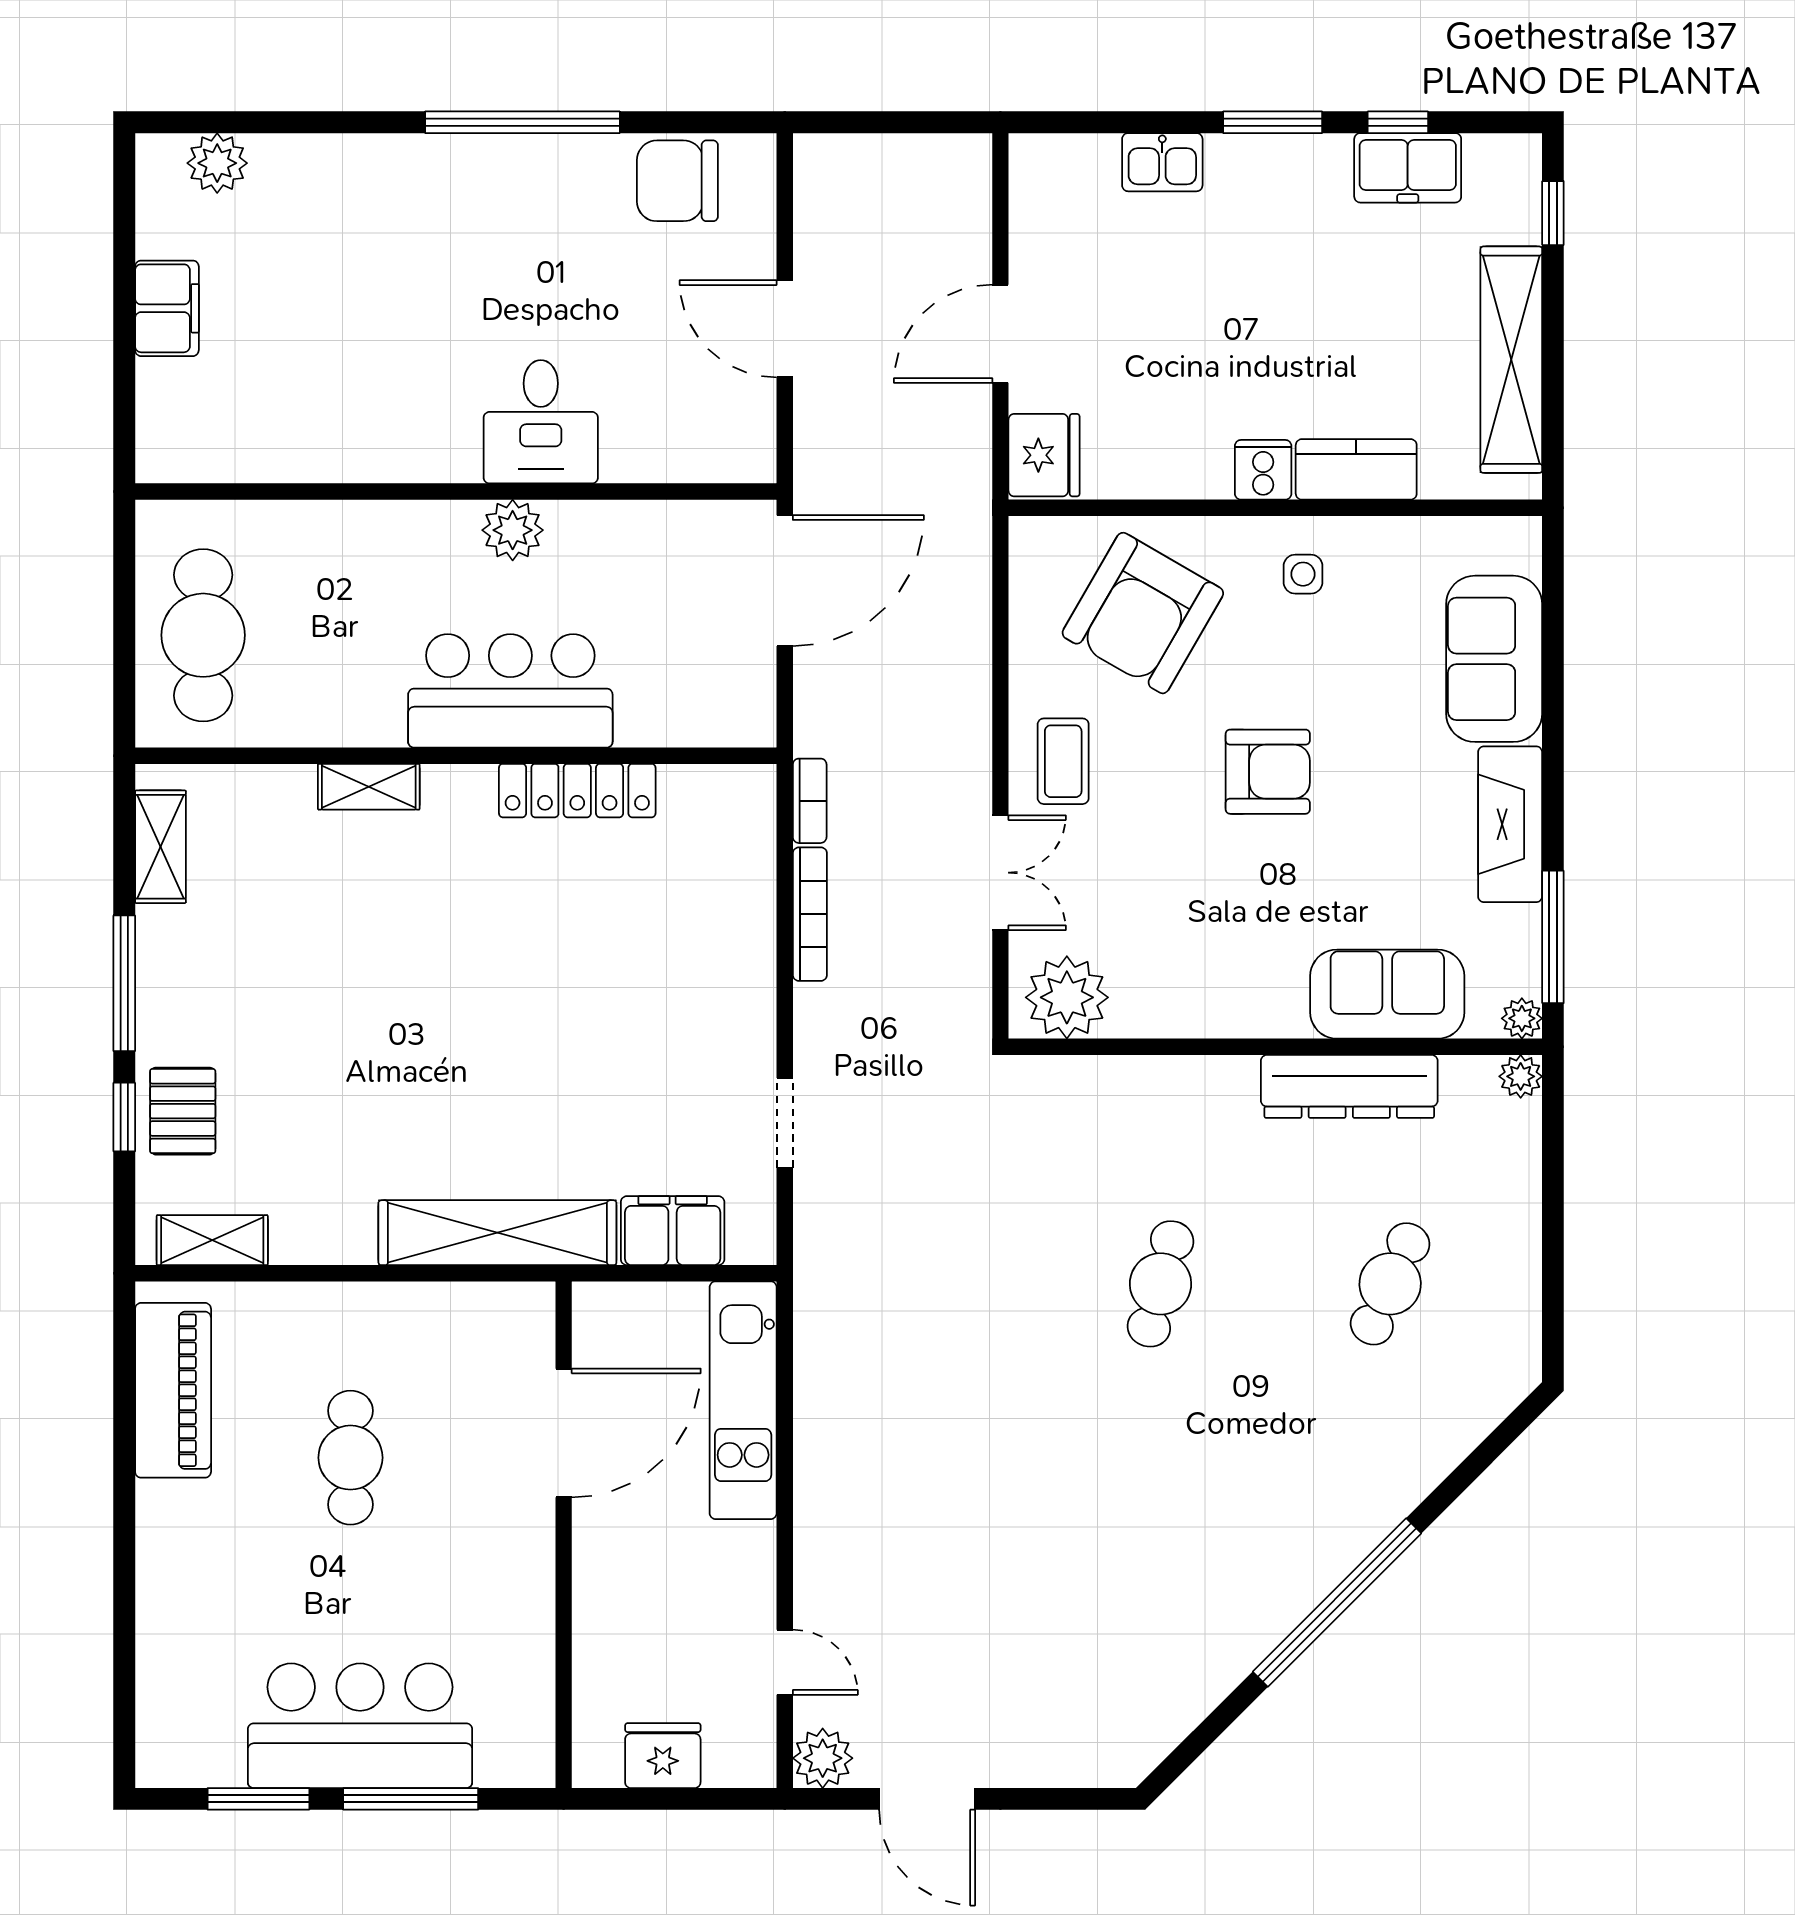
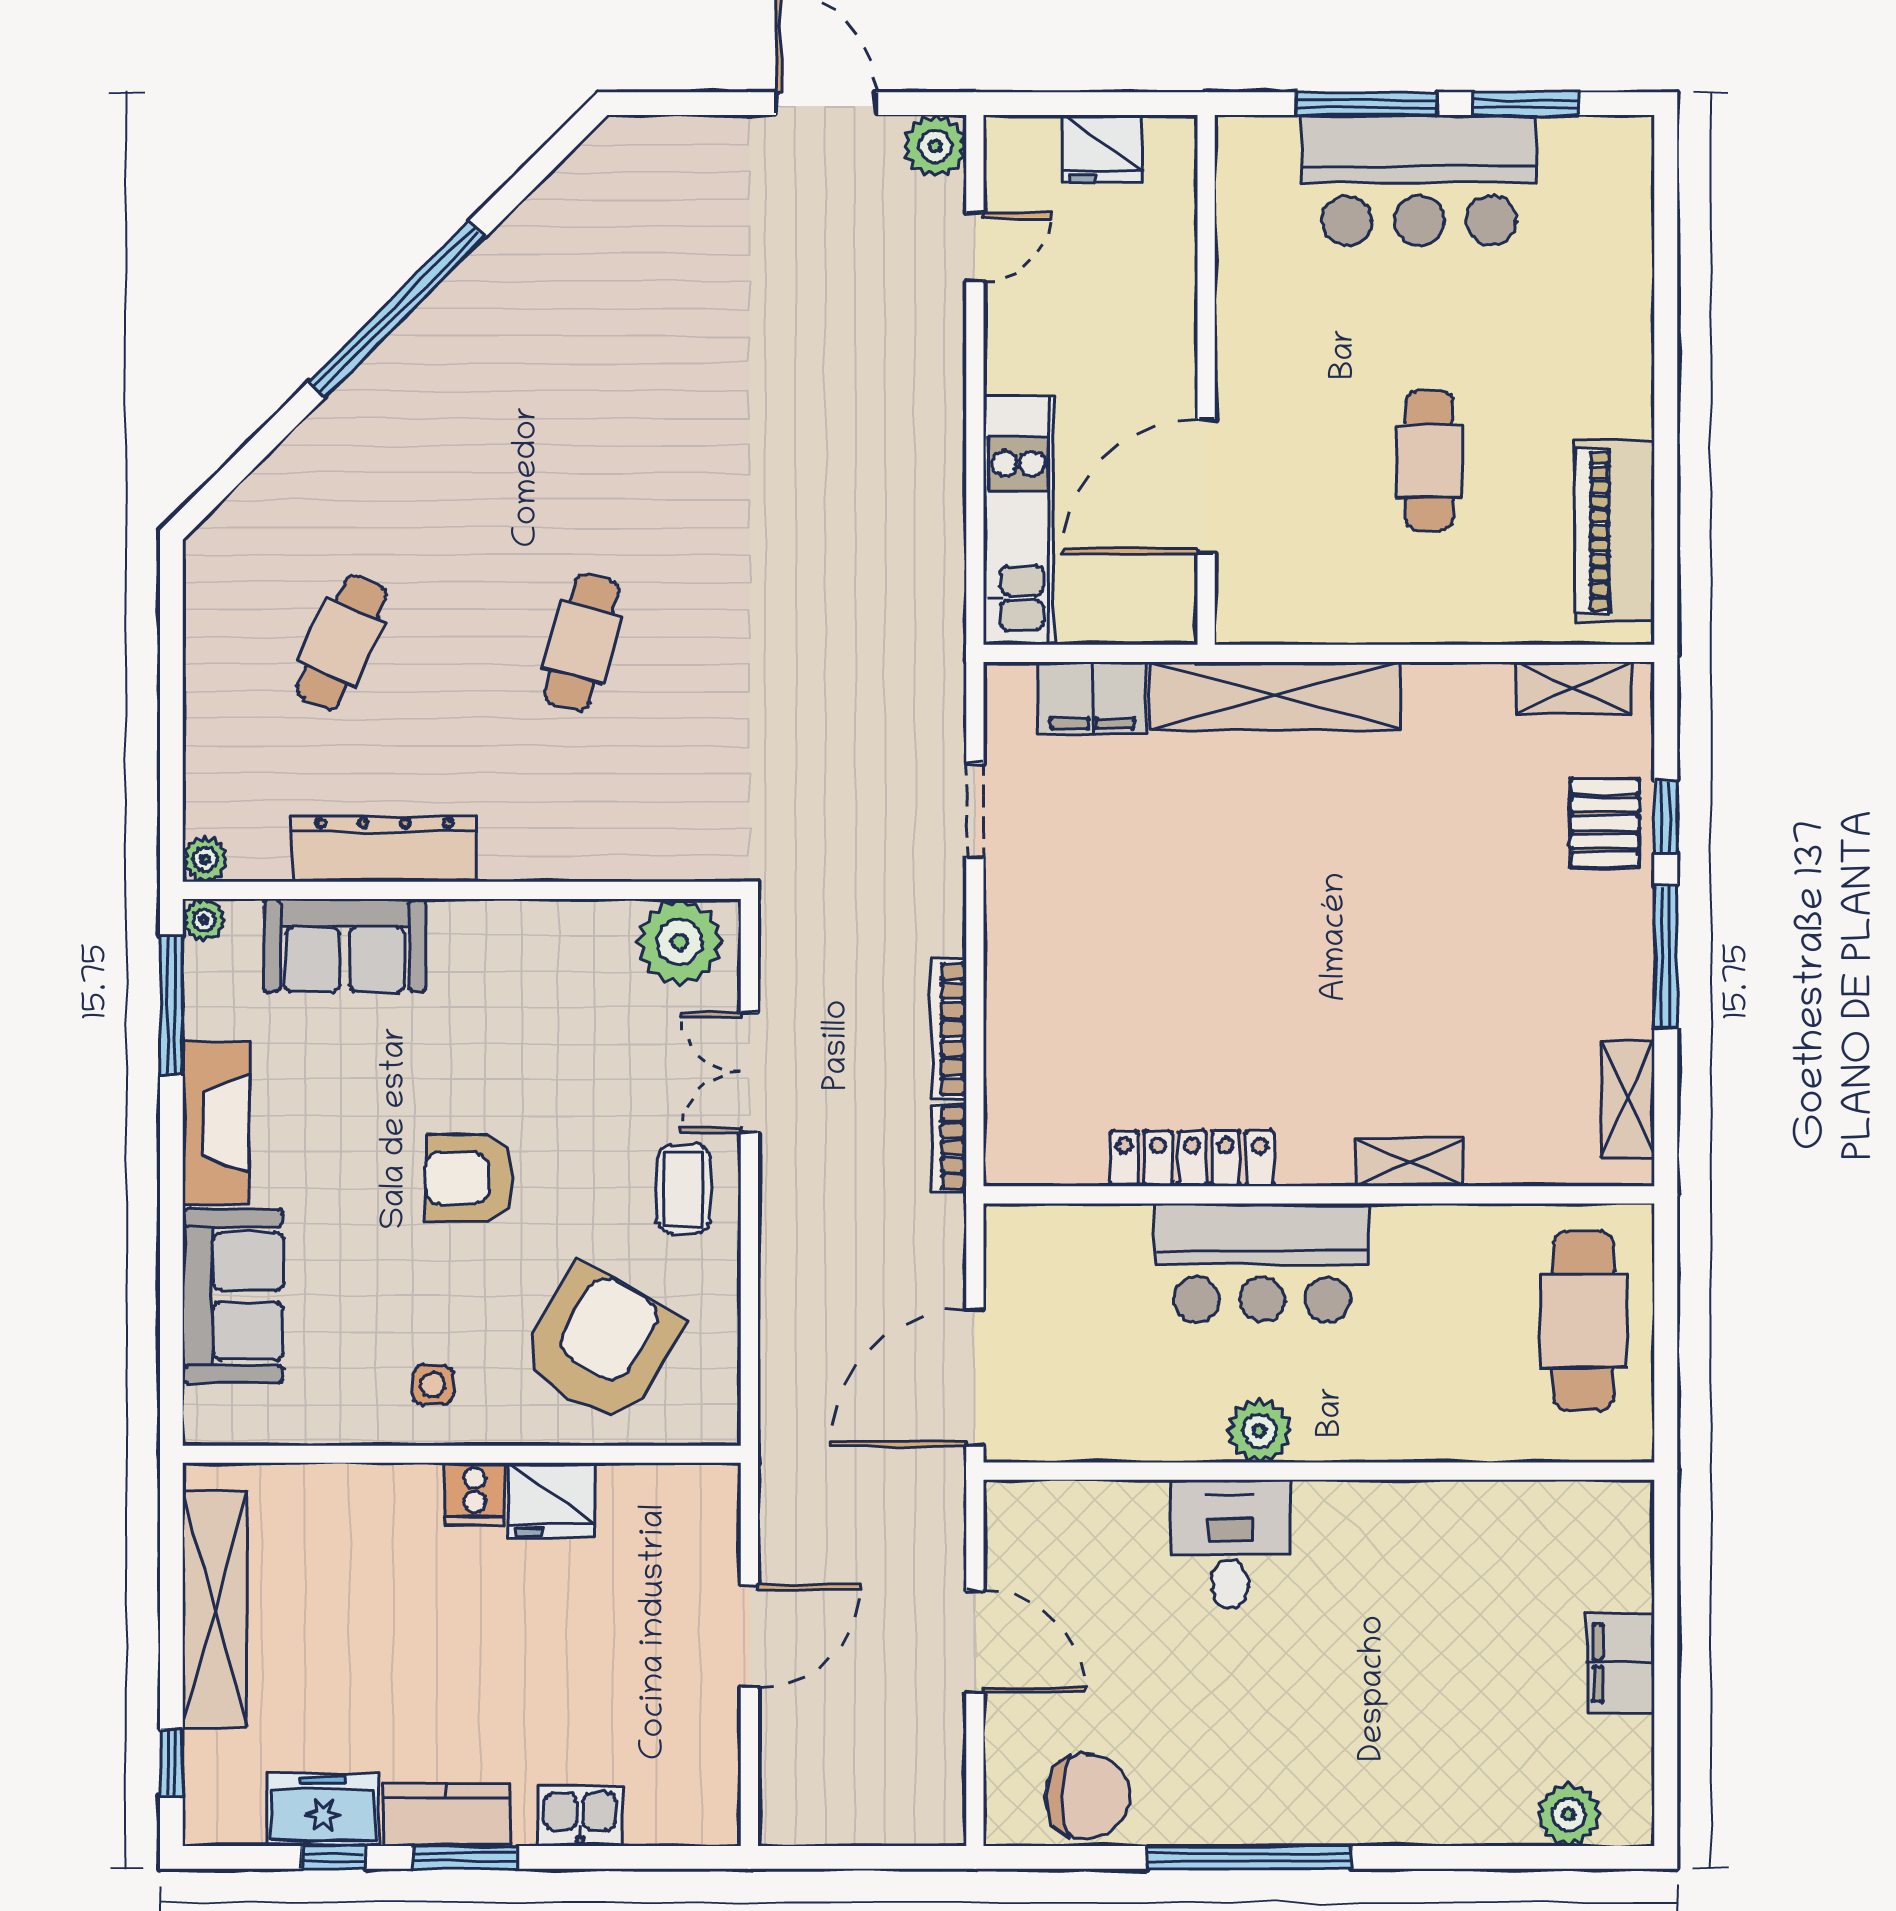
fridge: (1044, 455) -> (552, 1500), moved, turned -90
kitchen counter: (1356, 469) -> (447, 1815), moved, turned 180
door: (785, 1662) -> (975, 247), swing flipped

